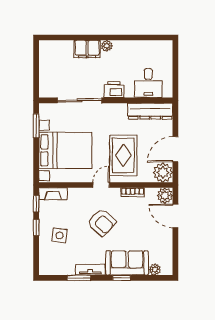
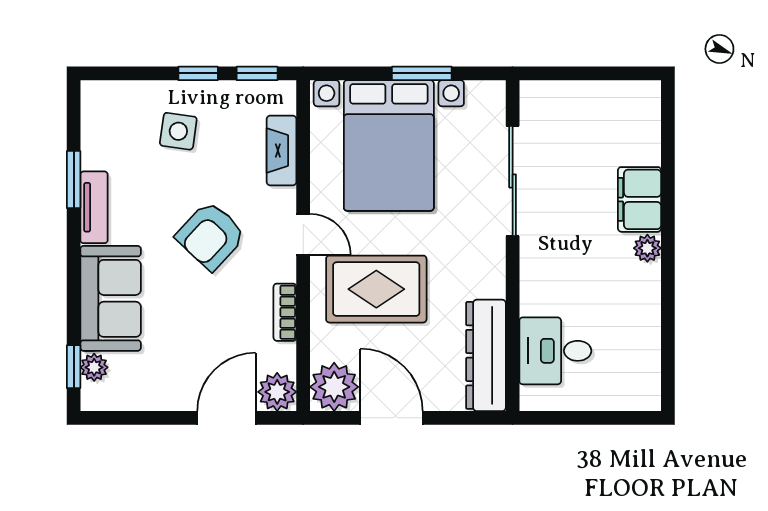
printer: (114, 90) -> (539, 266), removed
window: (36, 126) -> (422, 73), moved
fireplace: (53, 194) -> (281, 151), moved
window: (121, 278) -> (74, 367), moved

